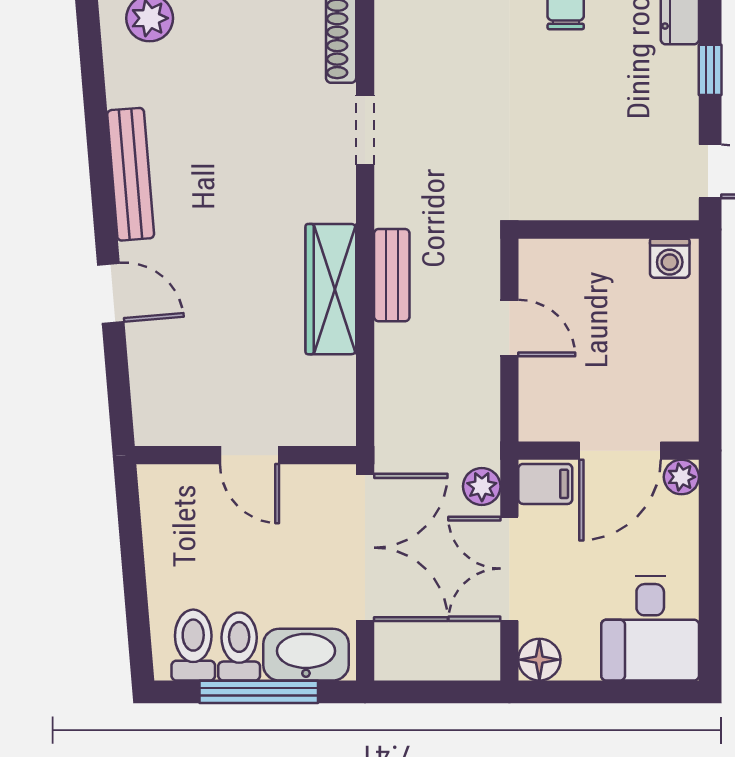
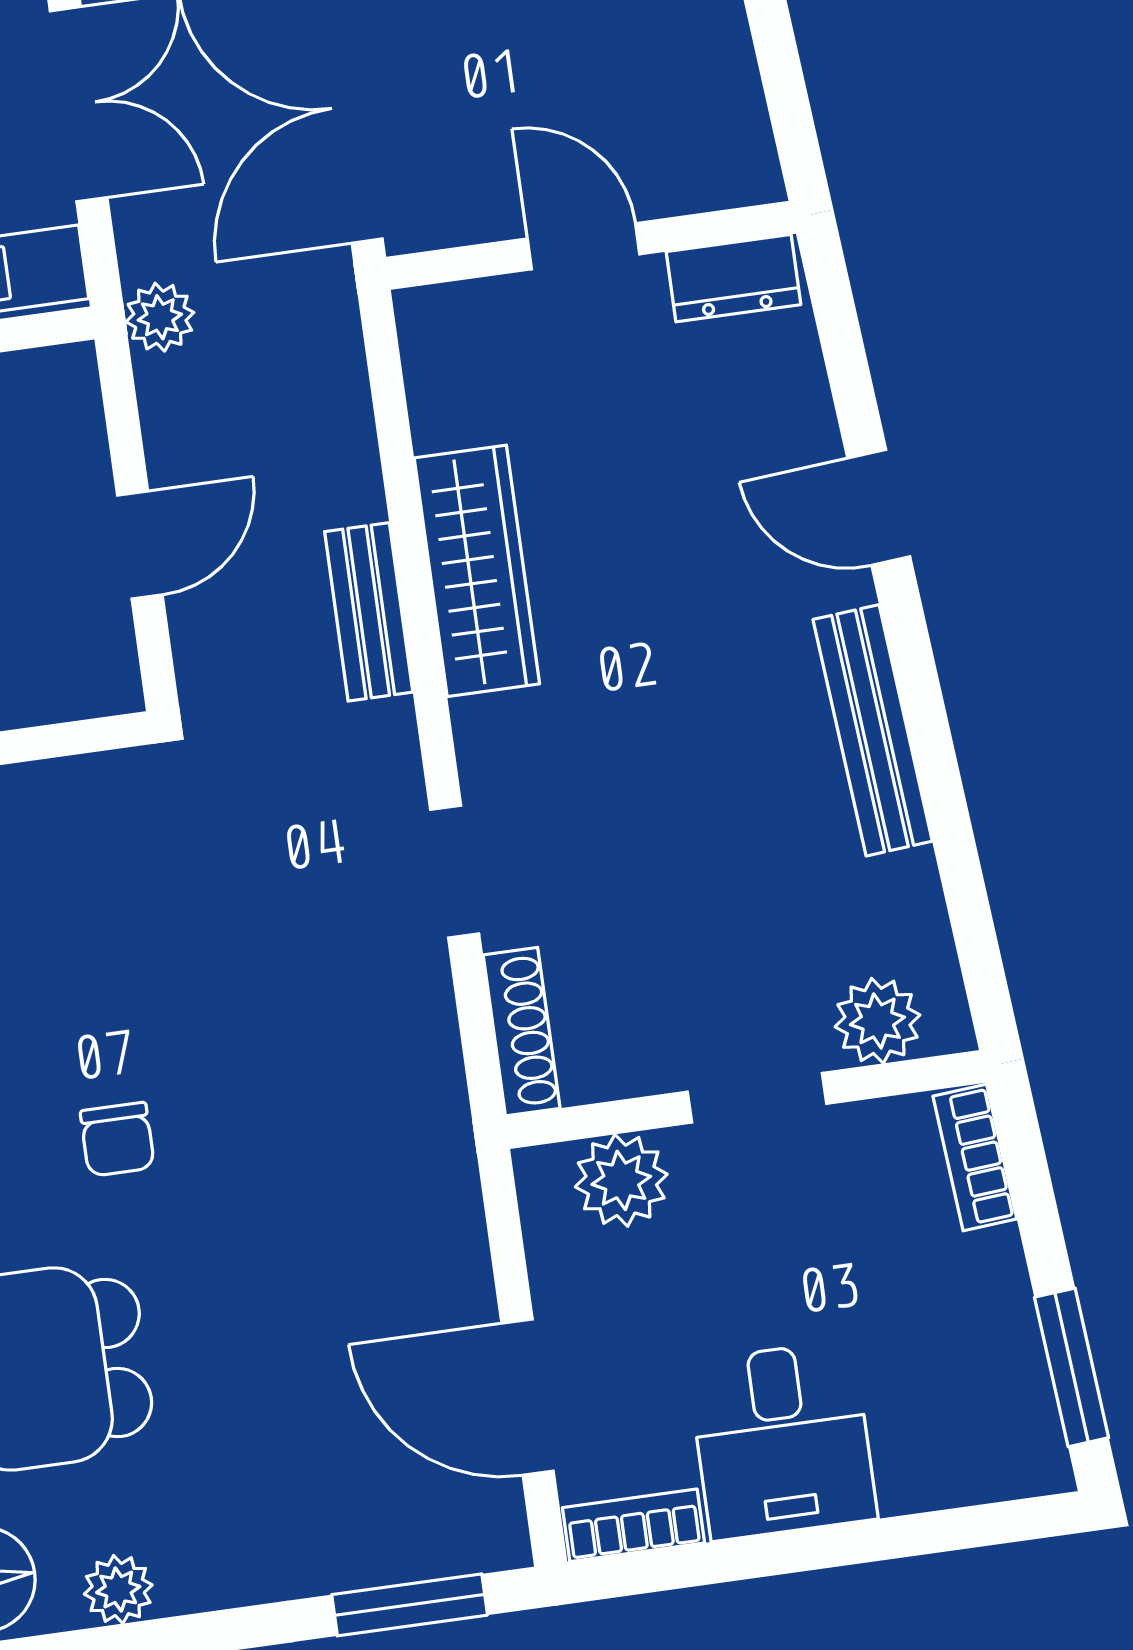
door: (509, 328) -> (140, 545), swing flipped
dresser: (172, 427) -> (733, 278), added
plant: (482, 486) -> (160, 317), moved

